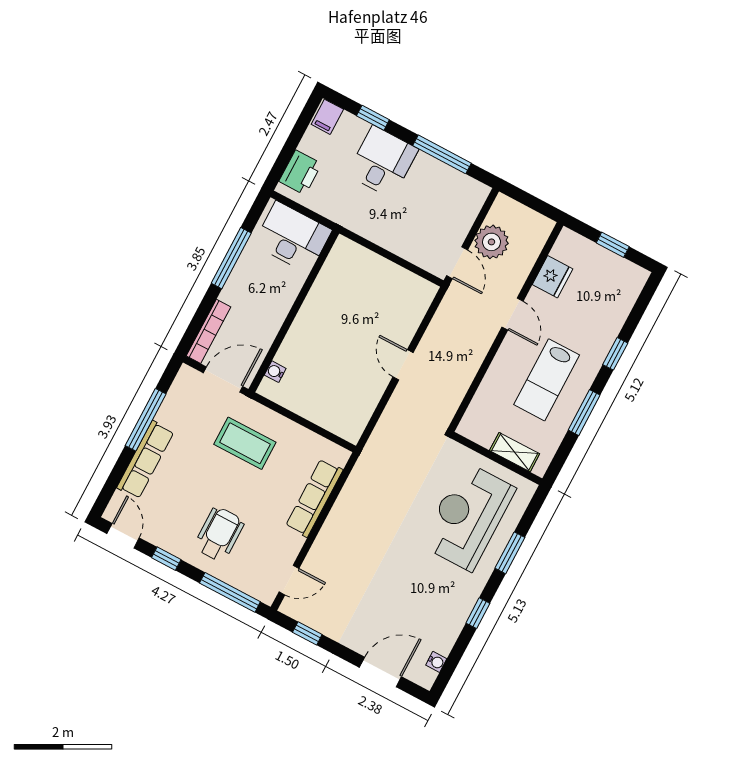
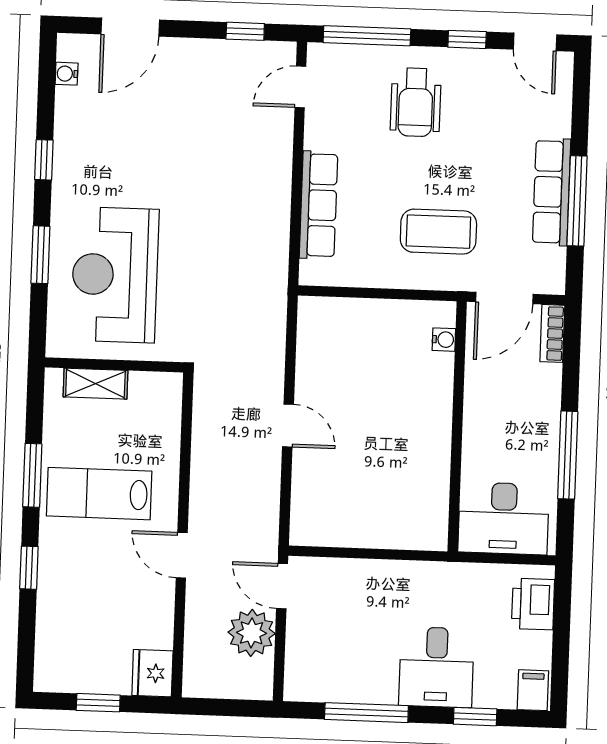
fridge: (552, 277) -> (152, 673), moved
bookcase: (208, 331) -> (552, 333), width x0.64
lab bench: (547, 380) -> (99, 494), turned -90
row of seats: (145, 460) -> (552, 192), moved
reception desk: (468, 517) -> (115, 275), turned 180

